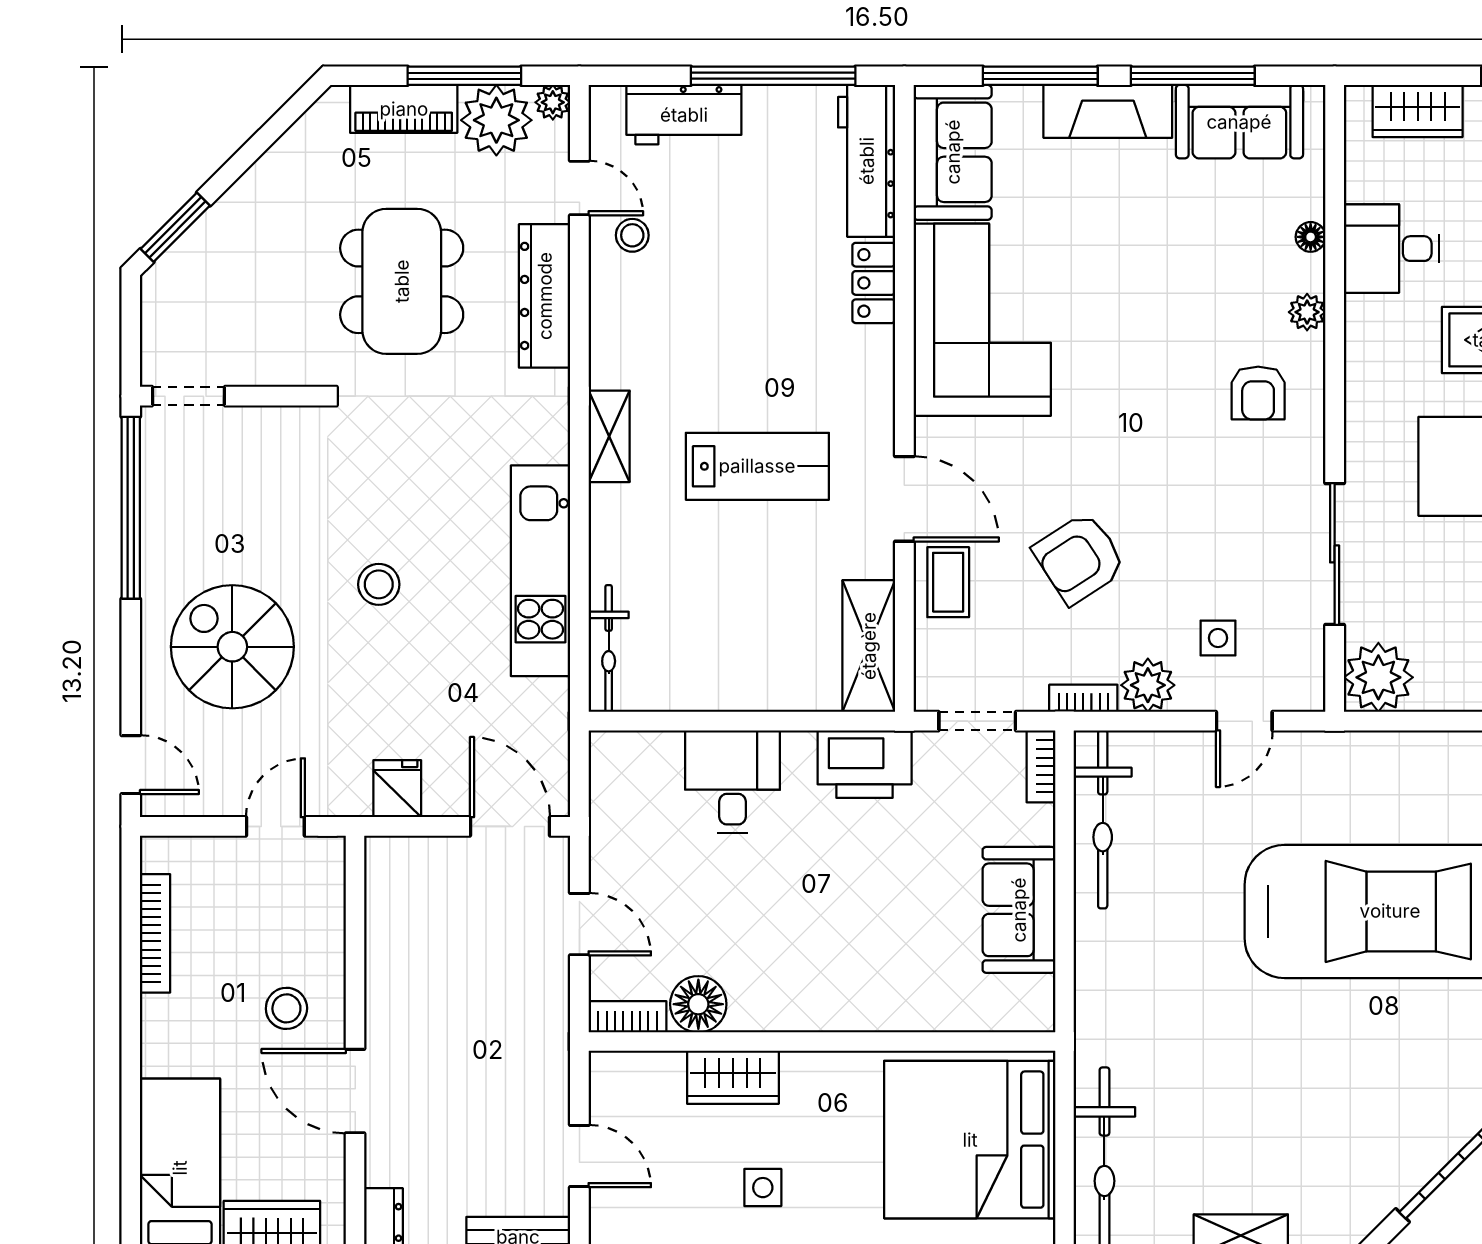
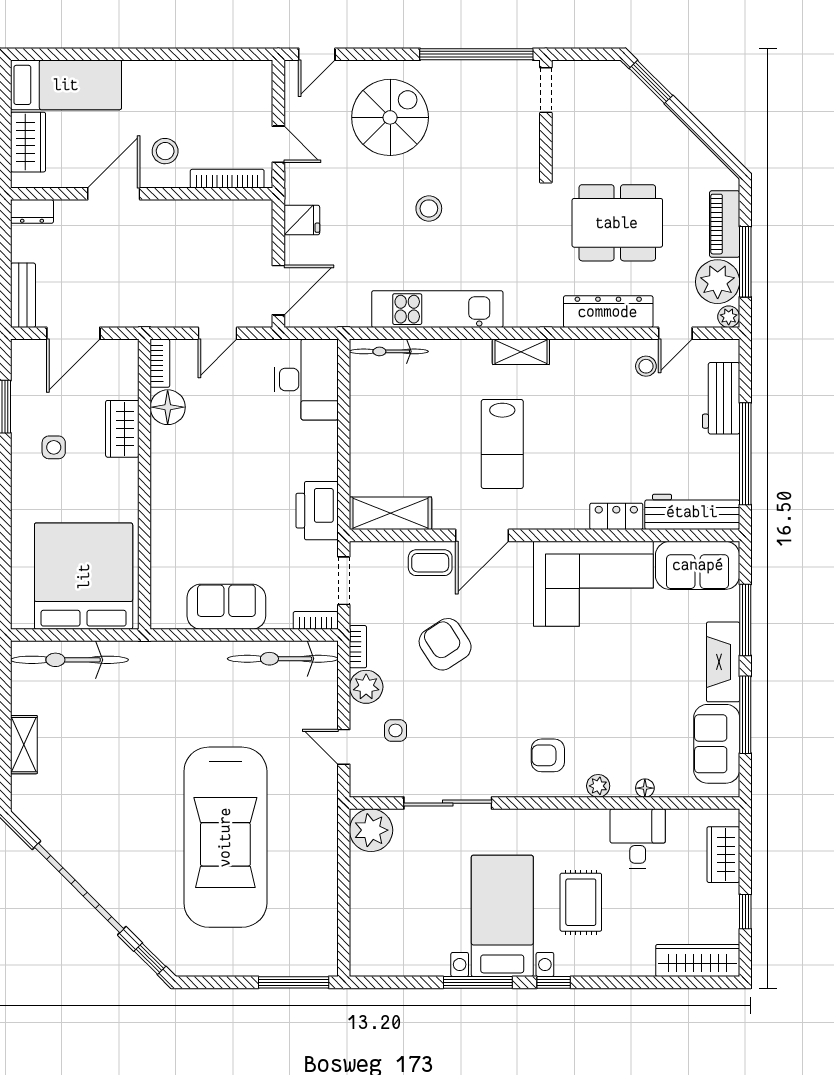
desk: (733, 781) -> (306, 379), moved, width x1.37
bookcase: (155, 933) -> (227, 179), moved, turned 180
door: (579, 1156) -> (73, 333), width x1.38

